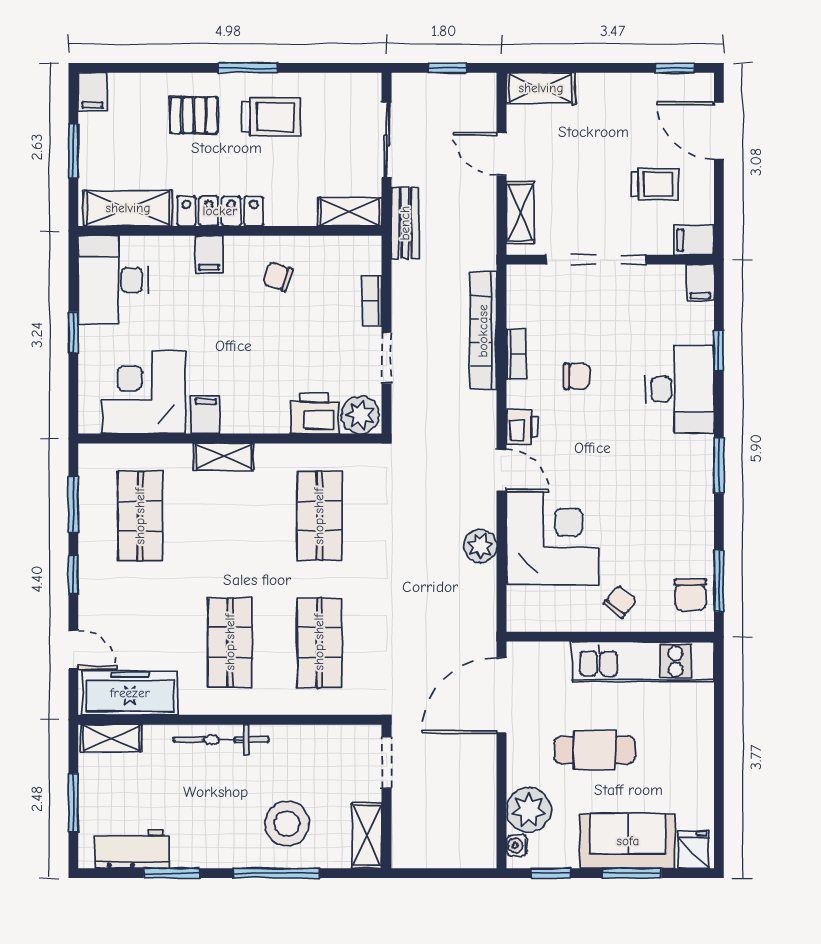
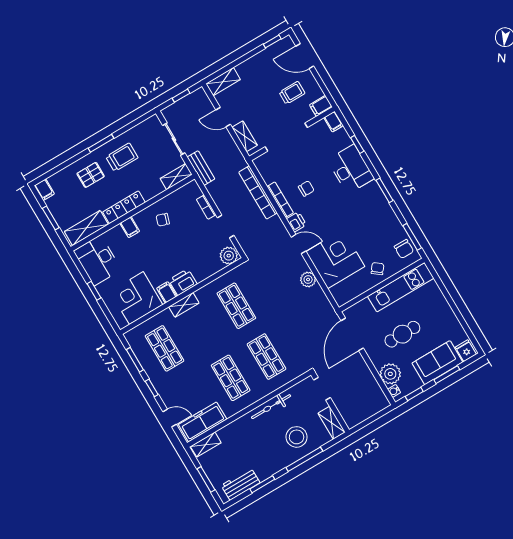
bookcase: (516, 354) -> (280, 200), width x1.56
printer: (315, 414) -> (183, 282), moved
bicycle: (221, 740) -> (271, 407), moved

